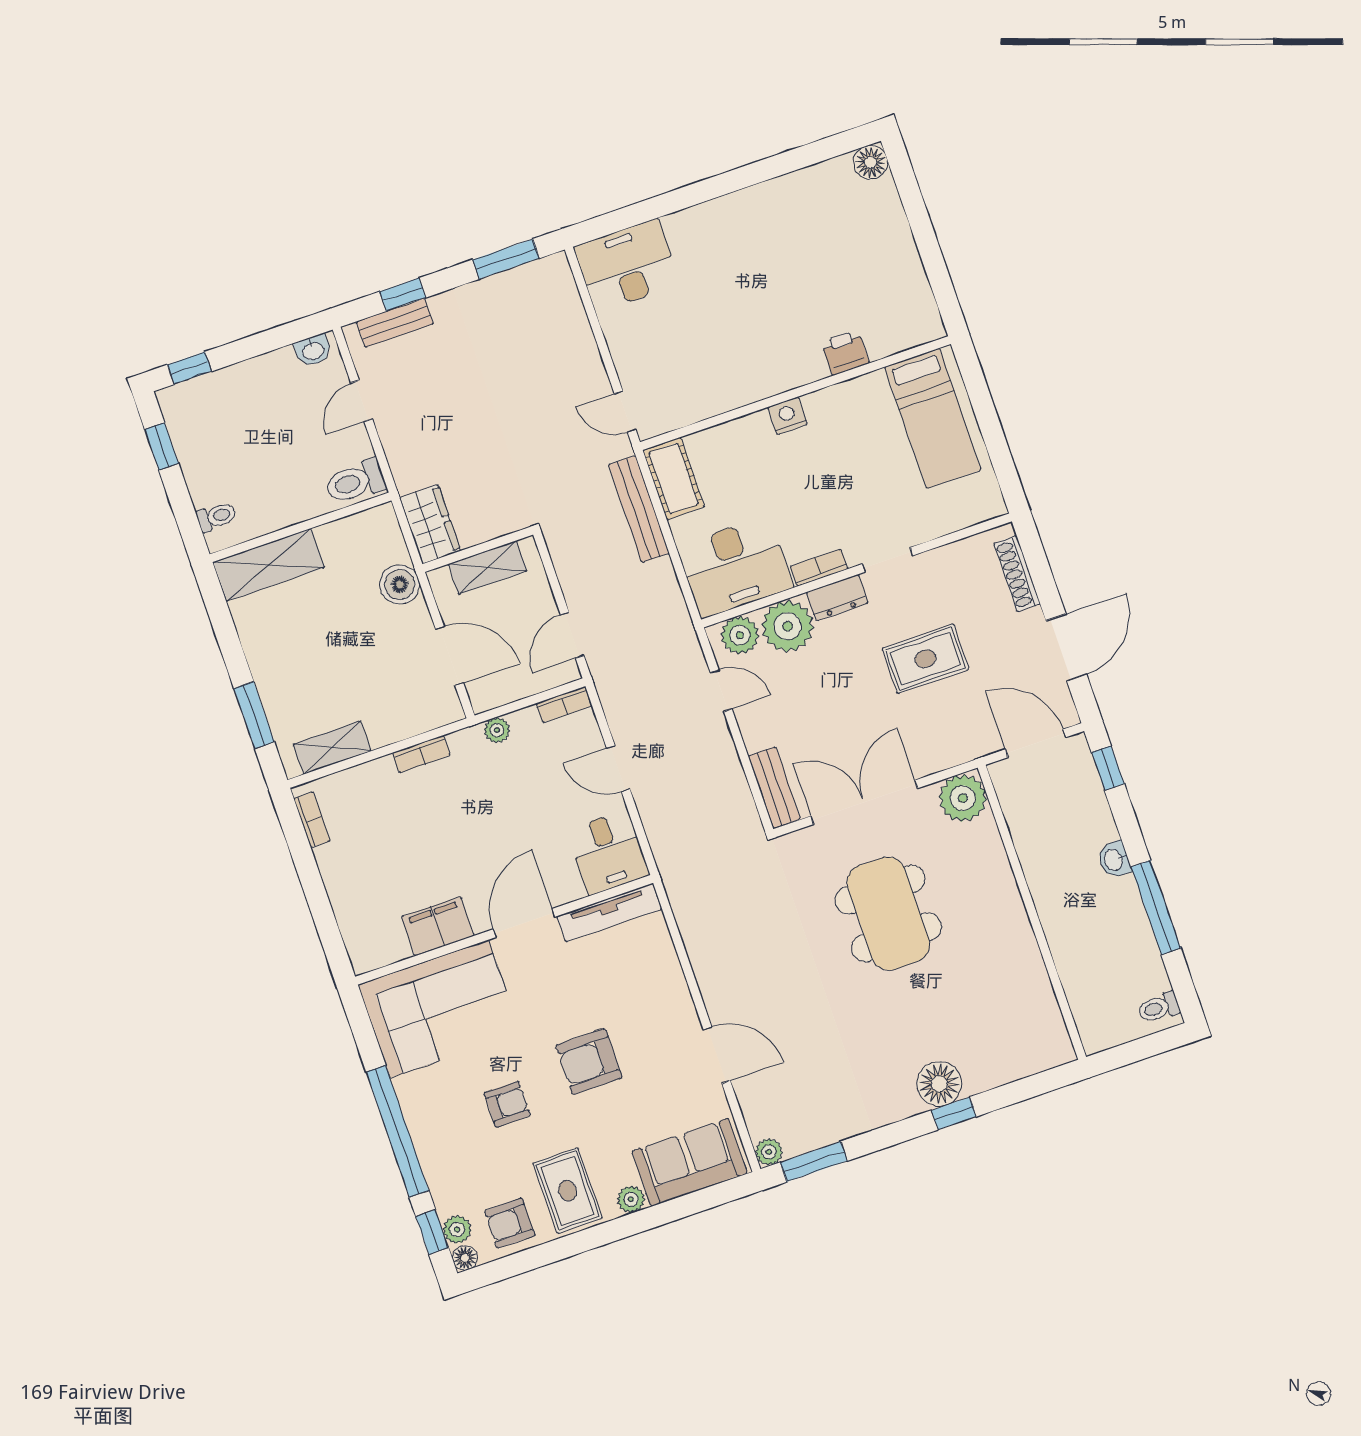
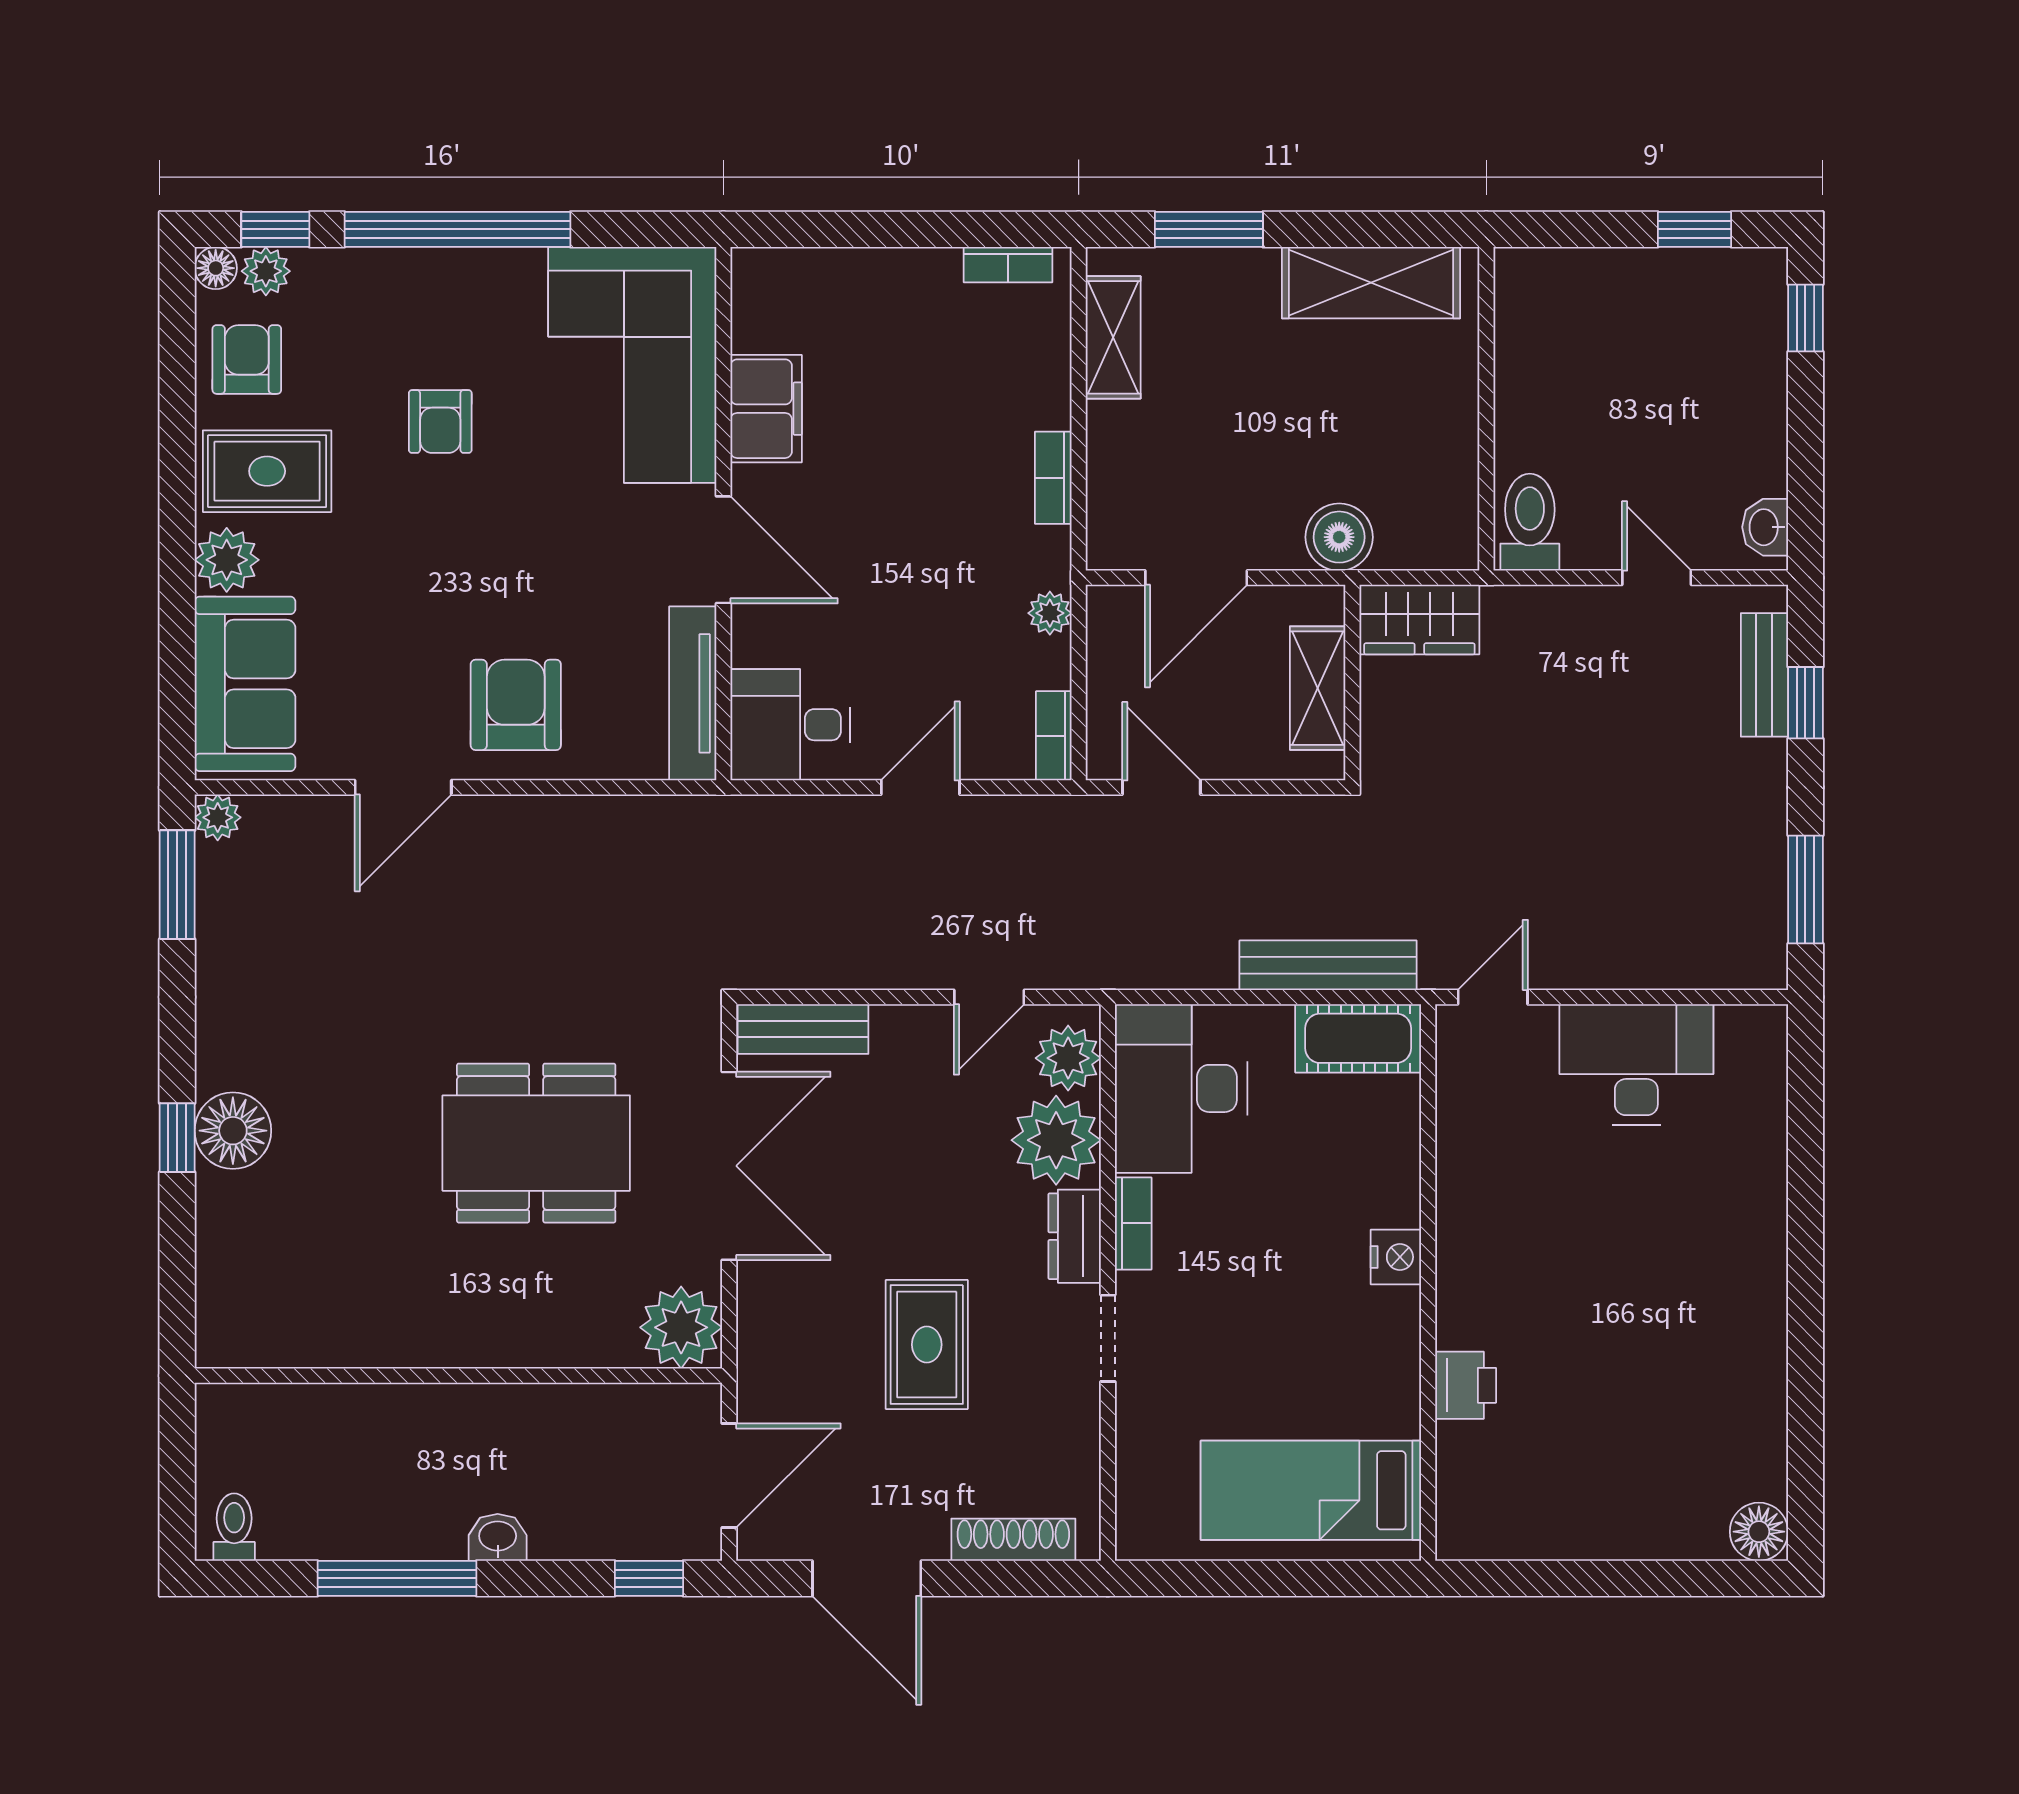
desk: (627, 266) -> (1636, 1064), moved, turned -90
toilet: (216, 517) -> (1551, 279), removed
shelving: (268, 565) -> (1371, 283), moved, turned 90
armchair: (589, 1062) -> (516, 705), moved
plant: (631, 1199) -> (227, 560), width x1.38, depth x1.38

